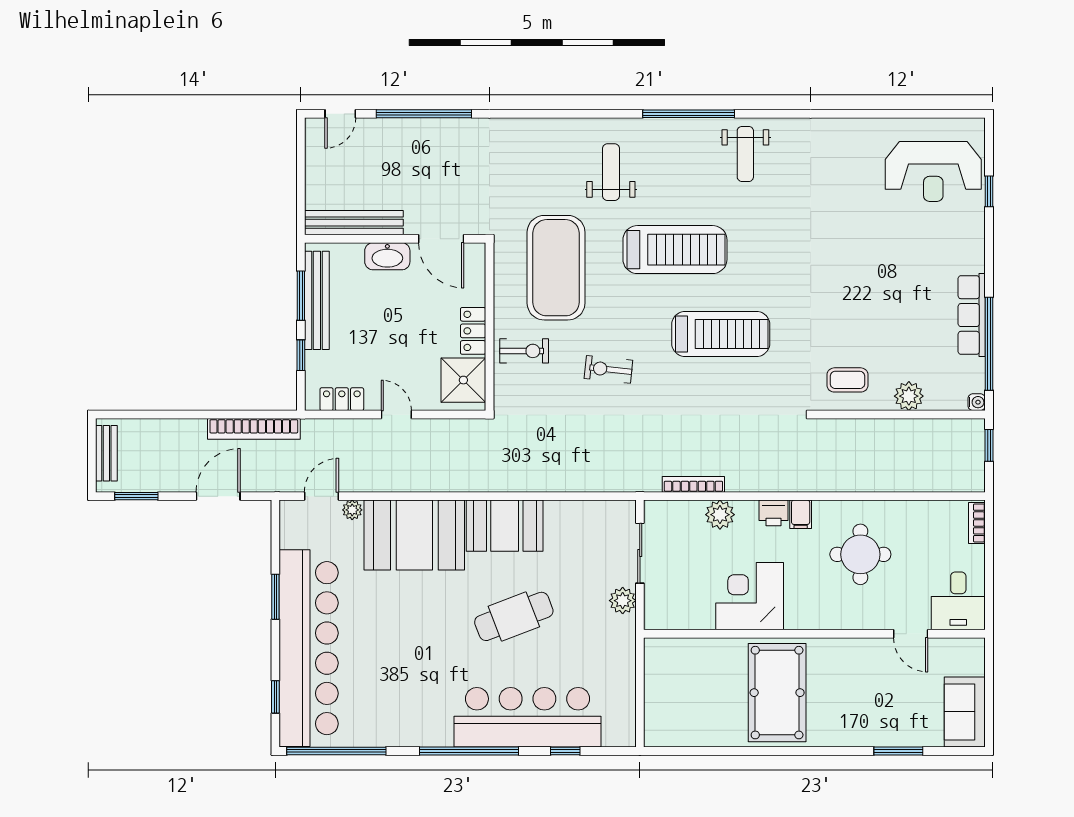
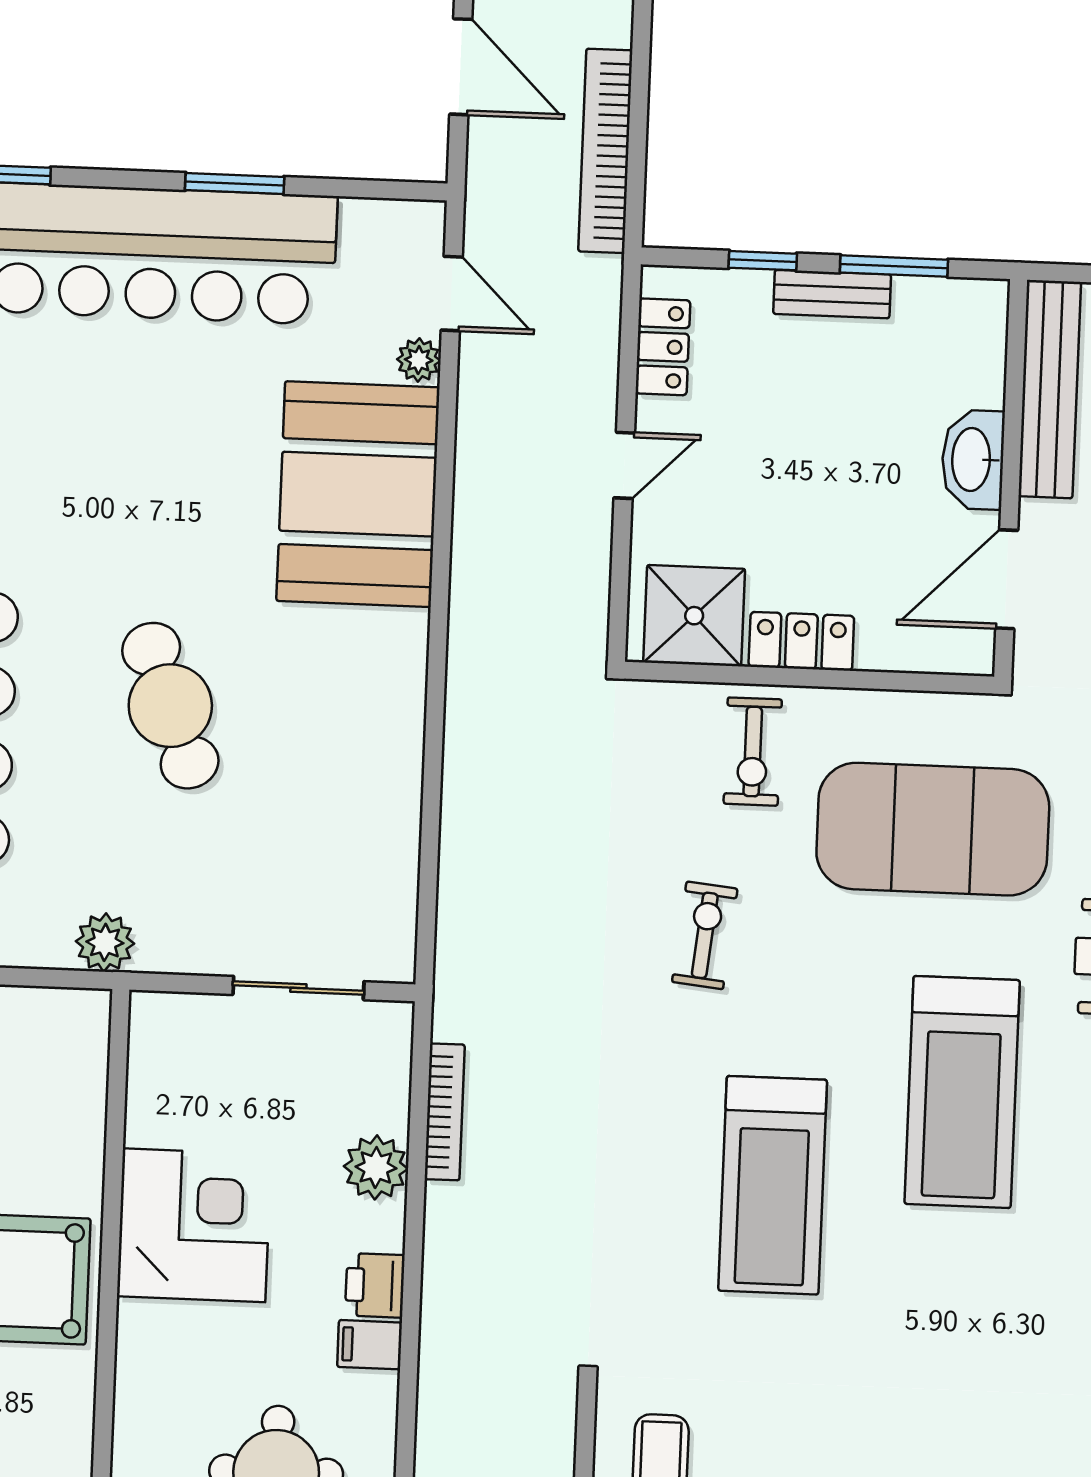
bench: (317, 300) -> (832, 294), width x0.54, depth x0.82
booth: (505, 526) -> (371, 693), removed
plant: (623, 601) -> (105, 942), moved

